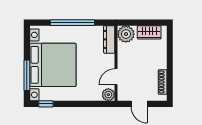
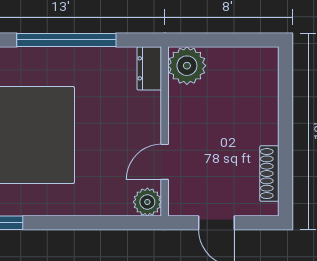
wardrobe: (149, 32) -> (239, 62), removed
dresser: (109, 39) -> (149, 68), width x0.70

